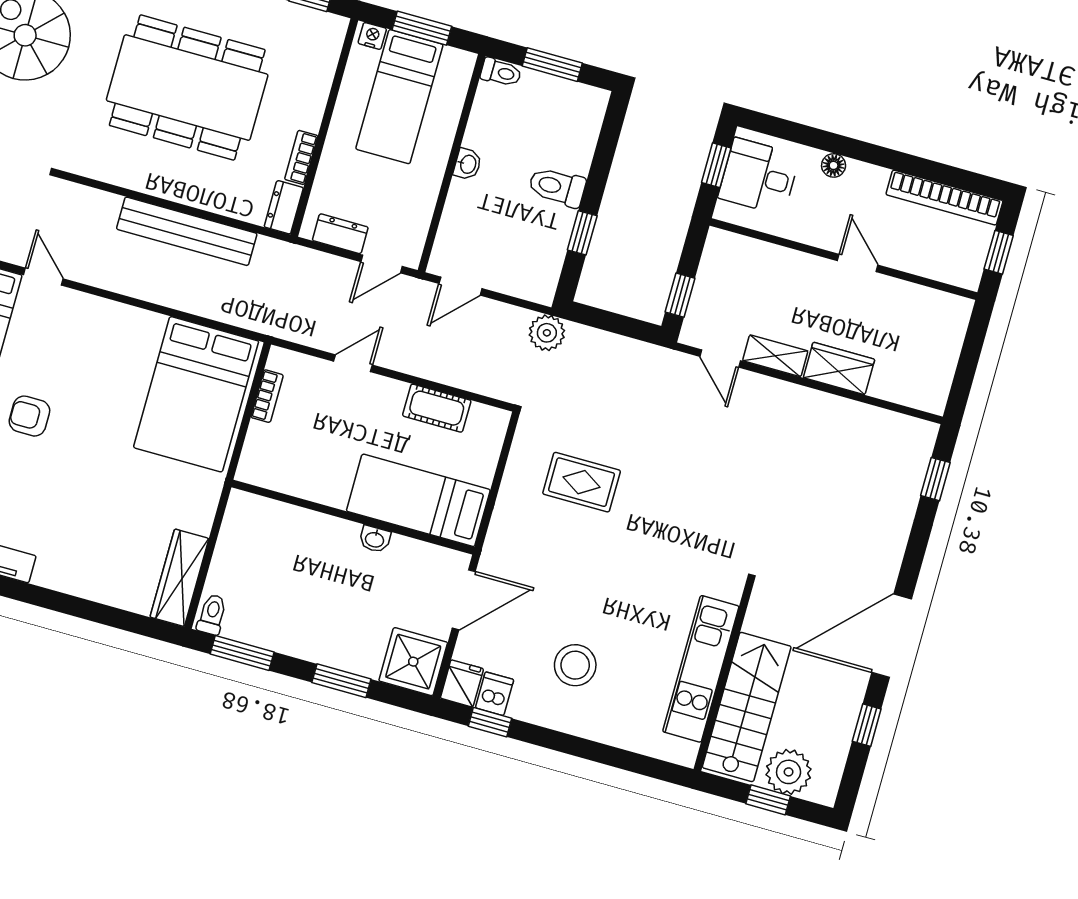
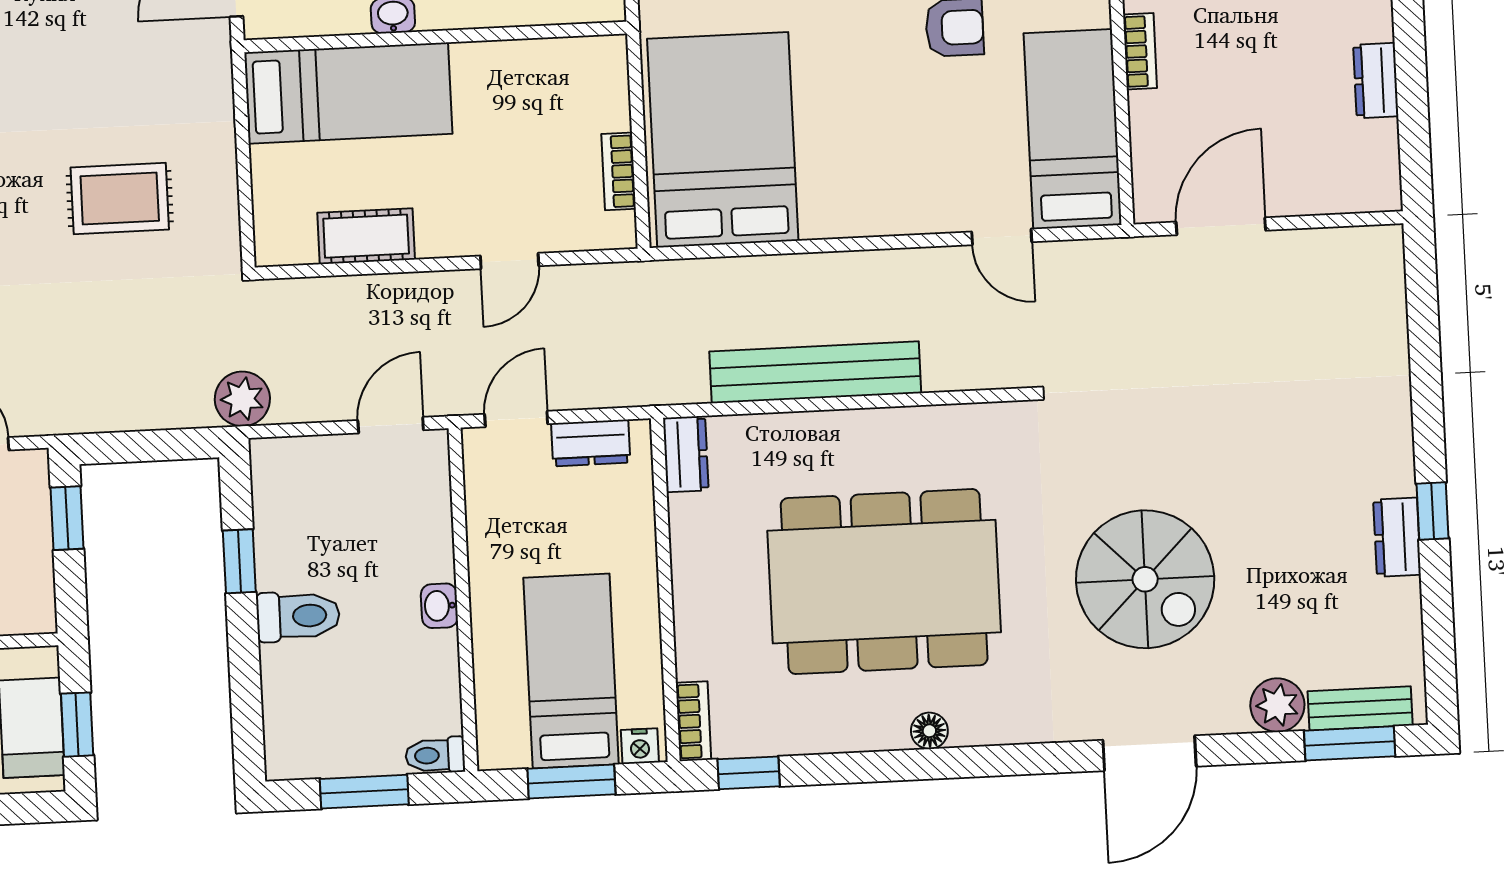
bookcase: (301, 157) -> (693, 721), moved

